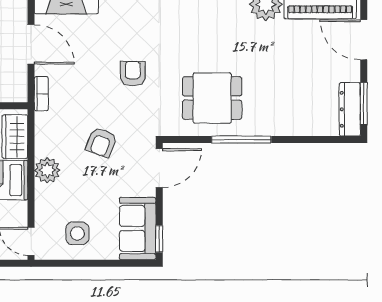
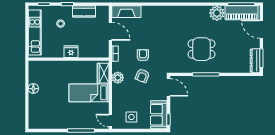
armchair: (133, 74) -> (143, 55), moved
dining table: (212, 98) -> (201, 49), moved
door: (159, 168) -> (169, 87), hinge flipped
plant: (47, 170) -> (118, 78), moved

